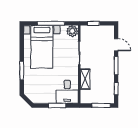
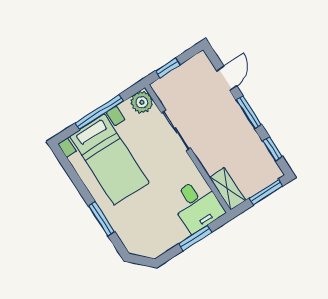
door: (116, 45) -> (227, 78), hinge flipped
shelving: (85, 79) -> (227, 189), moved

